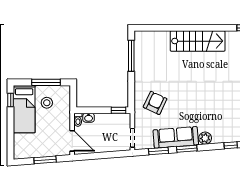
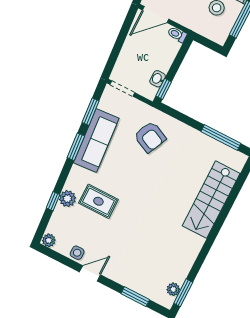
stairs: (198, 41) -> (211, 200), moved
rug: (215, 115) -> (98, 201), added
washbasin: (89, 118) -> (158, 79), moved
plant: (205, 138) -> (67, 199), moved

